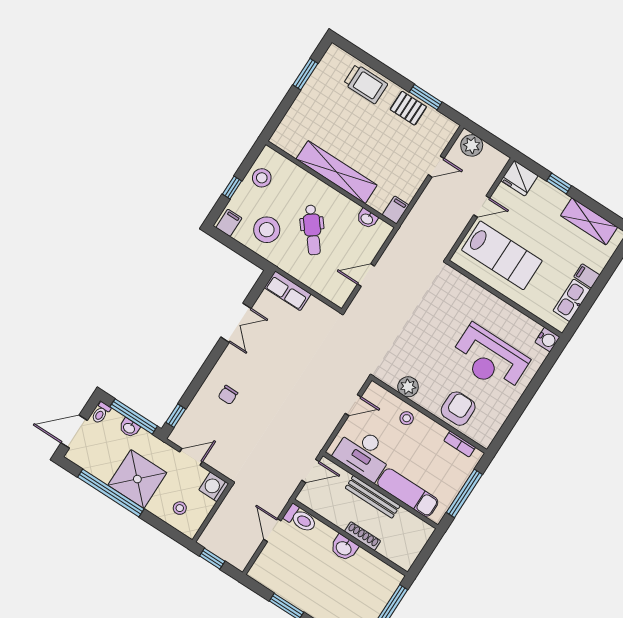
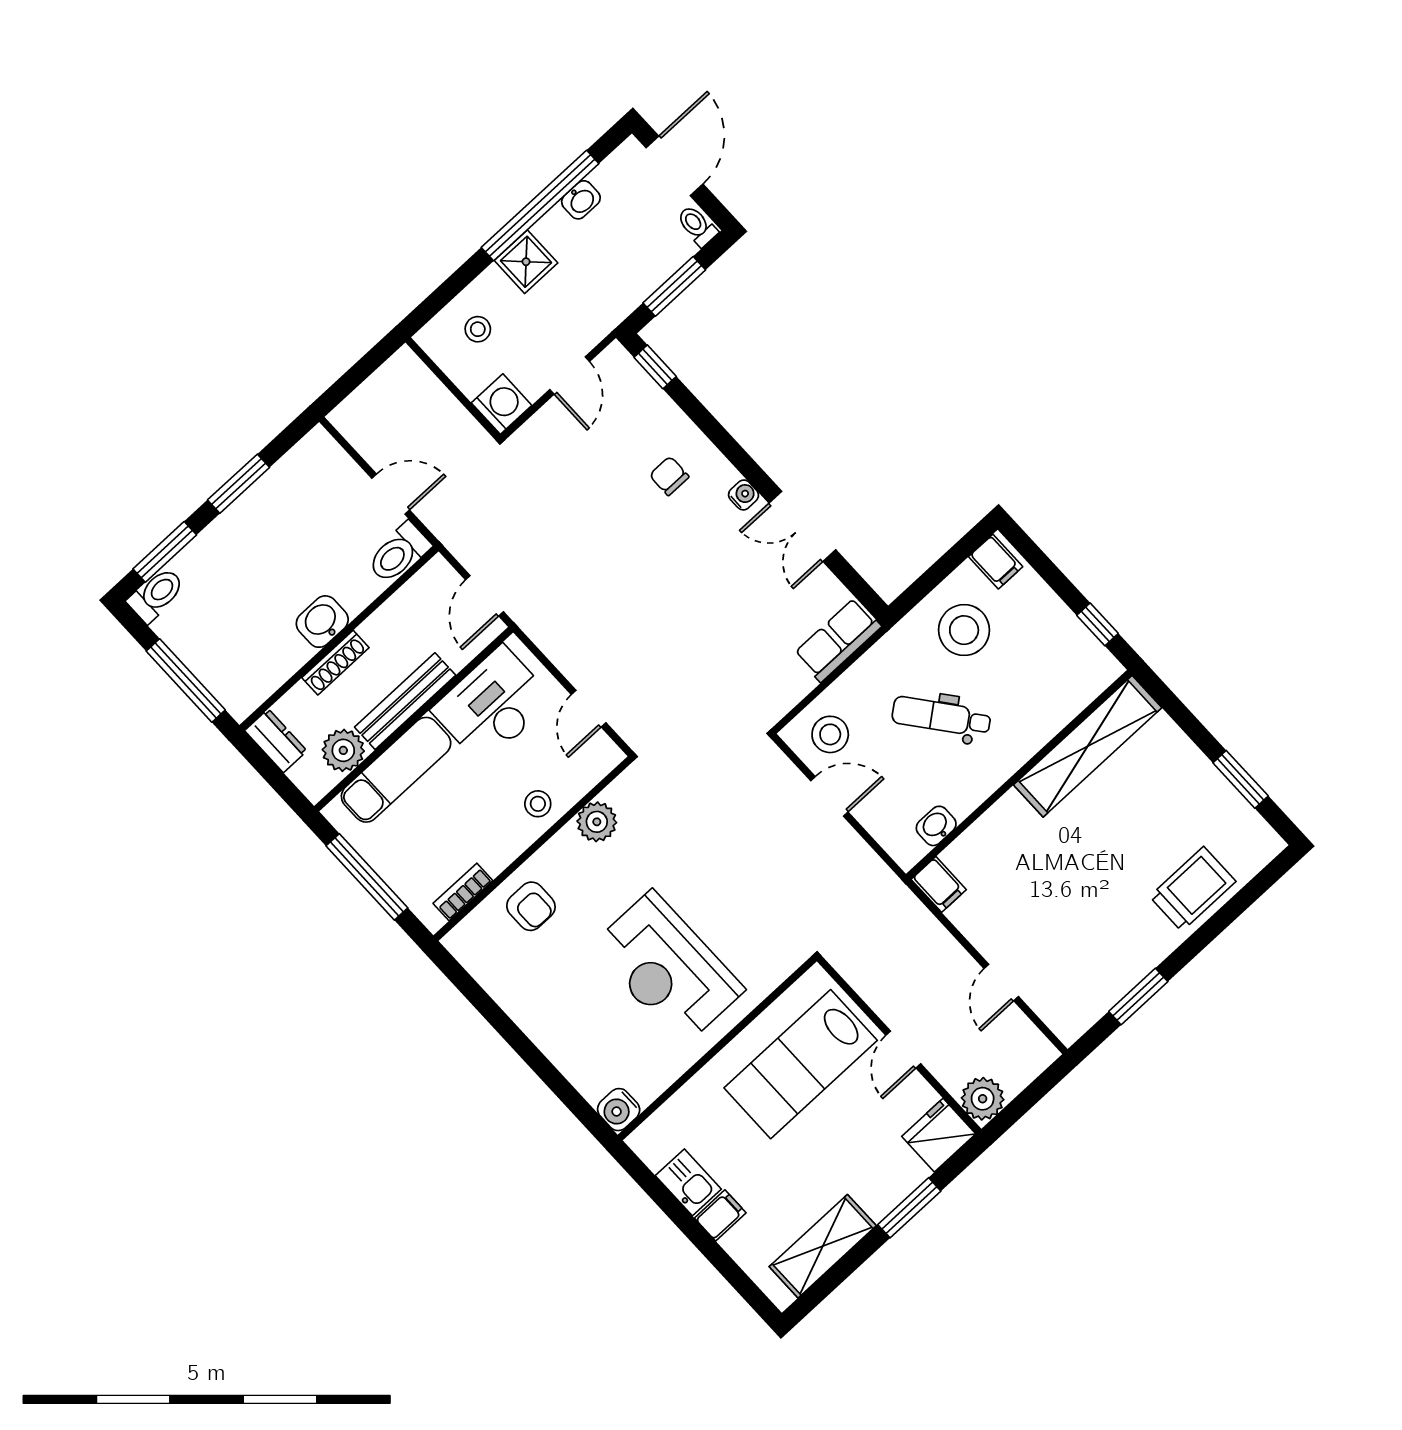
trolley: (366, 84) -> (1193, 889), turned 180
pallet: (408, 108) -> (1126, 958), removed
plant: (472, 145) -> (983, 1099), moved
shelving: (337, 172) -> (1088, 746), moved
stool: (262, 178) -> (830, 734), moved
window: (559, 183) -> (909, 1208), width x1.50
window: (232, 188) -> (1097, 624), moved
door: (366, 275) -> (829, 796), hinge flipped
kitchen sink: (572, 300) -> (688, 1182), width x0.73
water cooler: (228, 356) -> (744, 495), added
reception desk: (490, 359) -> (667, 968), moved, turned -90
armchair: (458, 409) -> (531, 906), width x0.72, depth x0.72
window: (134, 416) -> (674, 286), width x0.69
washbasin: (129, 428) -> (581, 200), moved, turned 180
shower: (137, 479) -> (526, 262), width x0.54, depth x0.54
plant: (405, 521) -> (343, 750), added
dresser: (409, 556) -> (276, 741), added
window: (212, 559) -> (366, 366), removed

